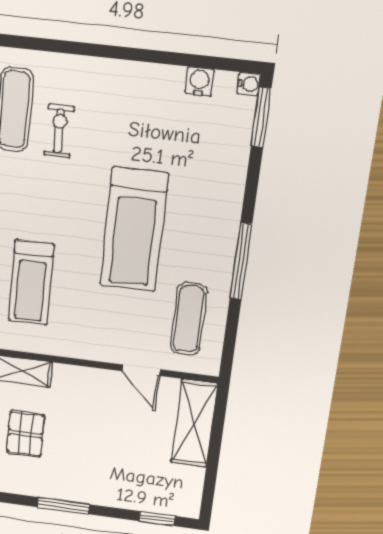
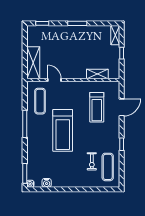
treadmill: (134, 230) -> (63, 130), turned 180
treadmill: (31, 283) -> (97, 107), turned 180
pallet: (25, 434) -> (94, 50), removed

